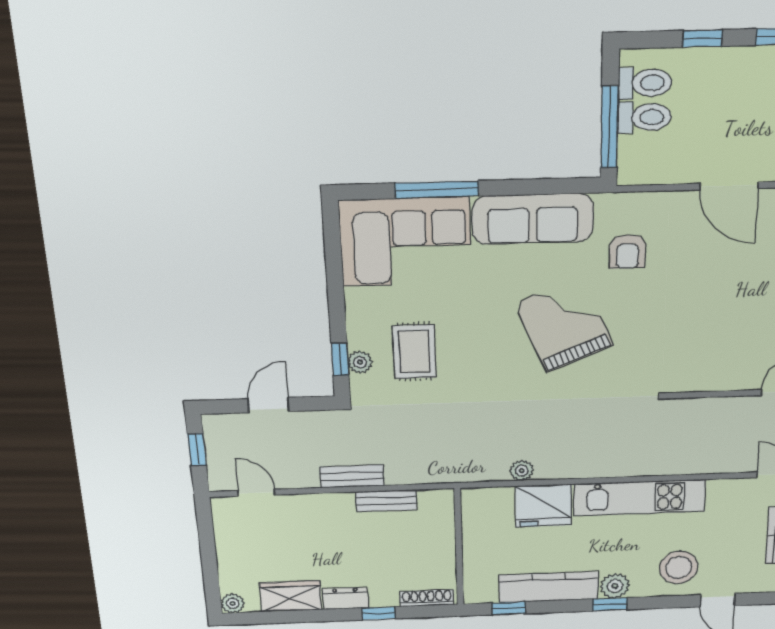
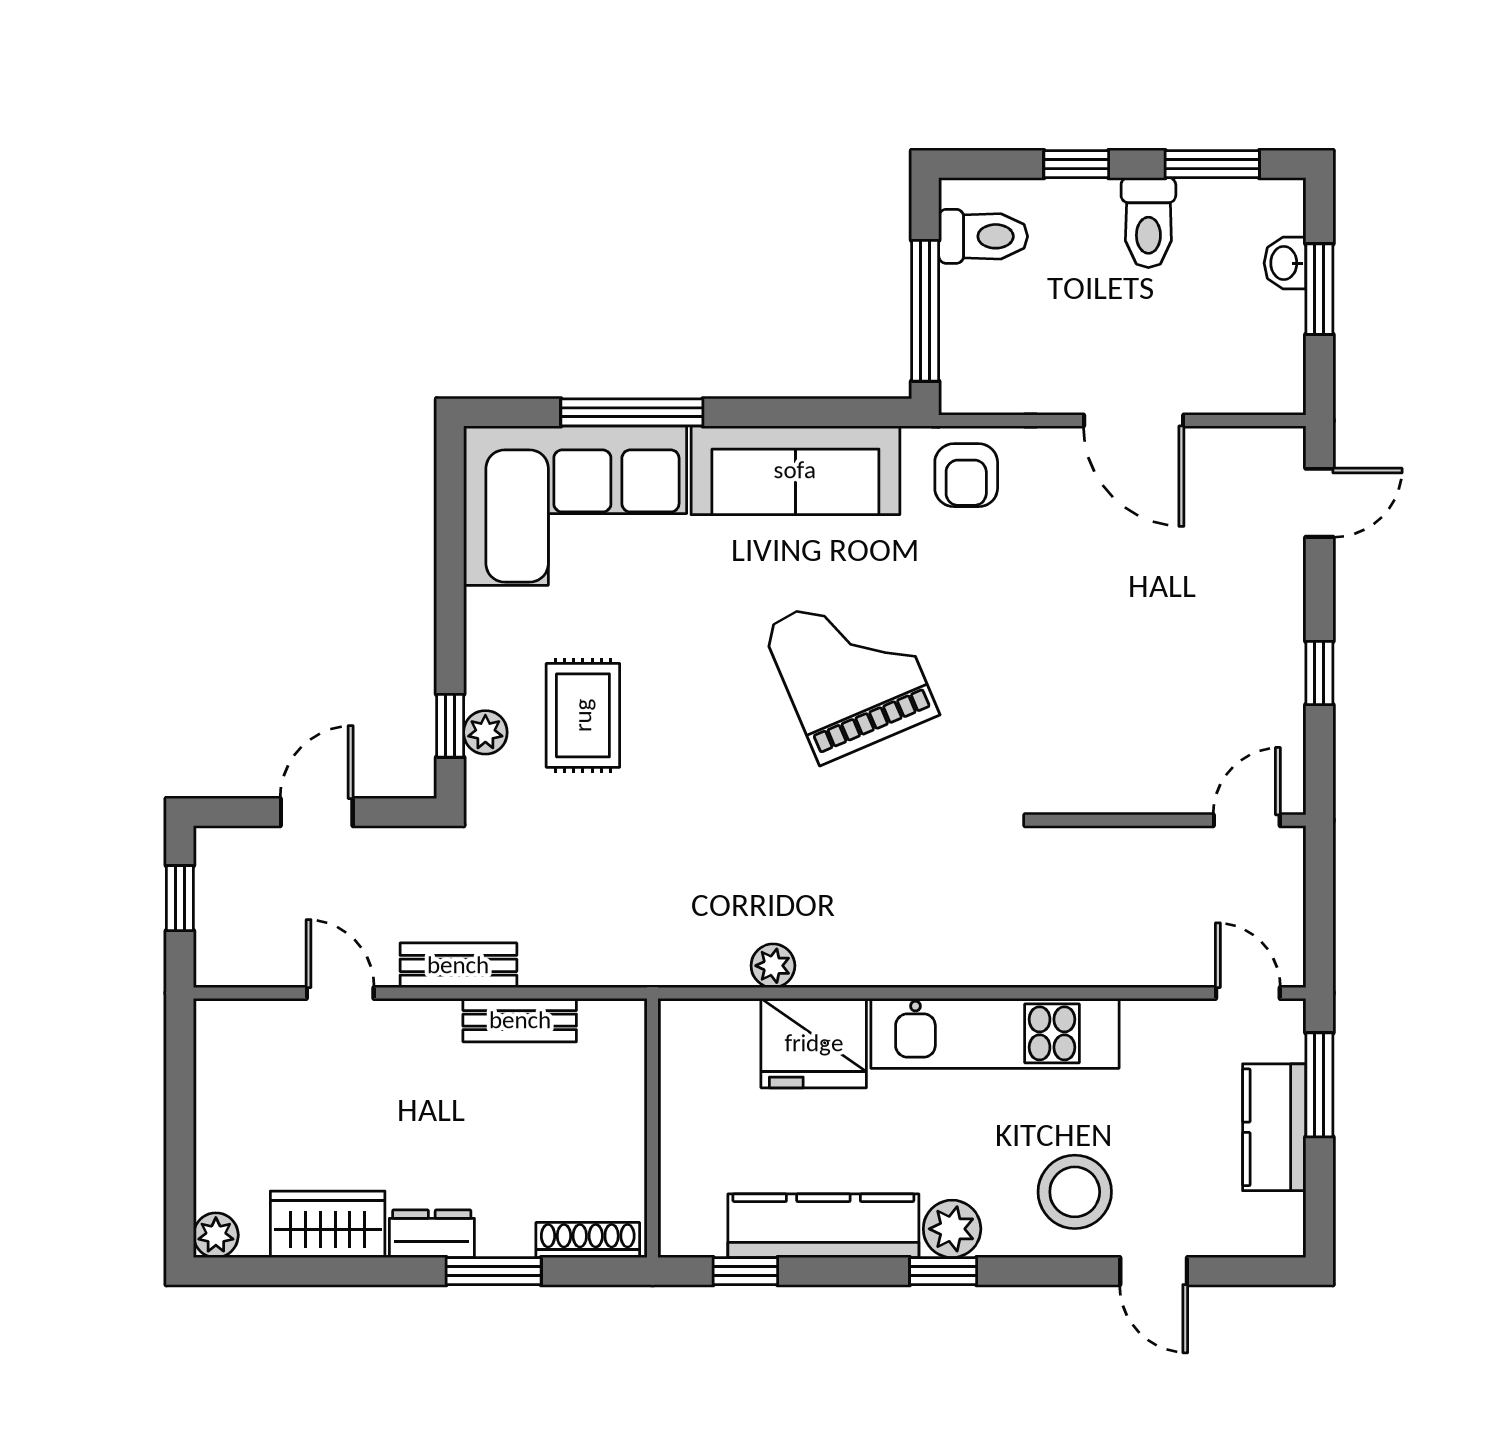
toilet: (644, 117) -> (1148, 223), moved, turned 90
armchair: (627, 251) -> (966, 475), moved
door: (256, 493) -> (340, 993), moved
window: (379, 613) -> (494, 1271), width x1.50

